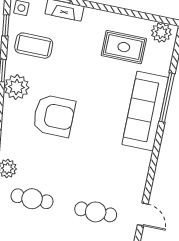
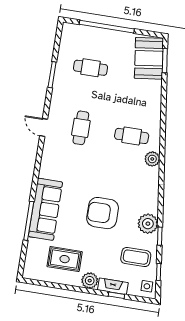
plant: (161, 32) -> (90, 281), moved
armchair: (54, 116) -> (103, 213), moved
cafe table: (96, 212) -> (81, 128), turned 90

